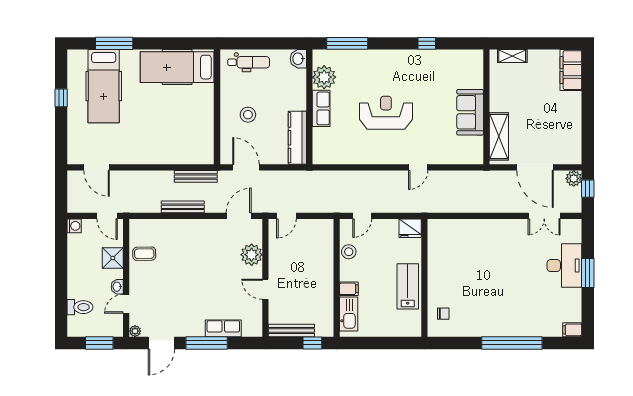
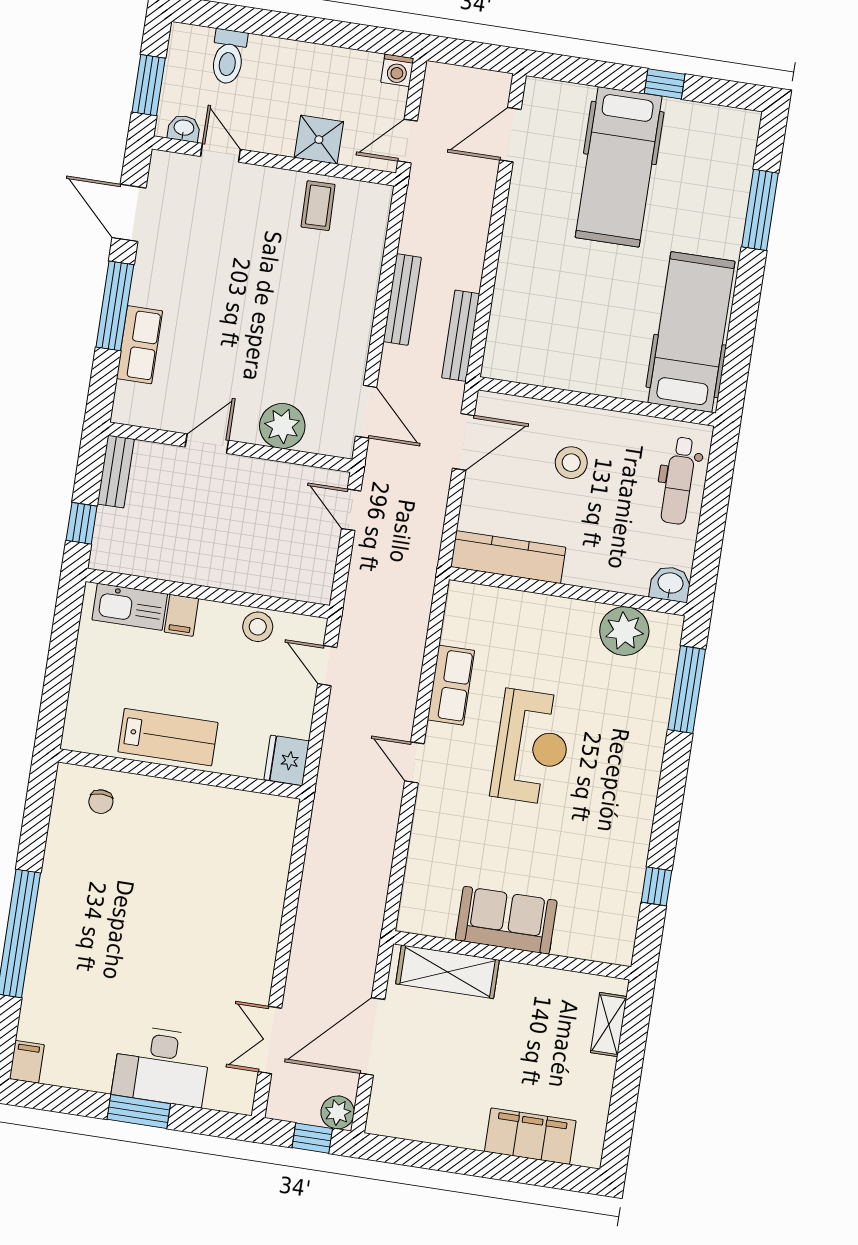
window: (427, 43) -> (656, 886), moved
filing cabinet: (571, 70) -> (530, 1136), moved
hospital bed: (104, 86) -> (619, 167), moved, turned -90
row of seats: (321, 108) -> (451, 685), moved, turned -90
door: (418, 167) -> (414, 762), moved
washbasin: (117, 287) -> (184, 128), moved
bench: (291, 330) -> (116, 472), width x0.73
plant: (135, 331) -> (162, 162), removed

